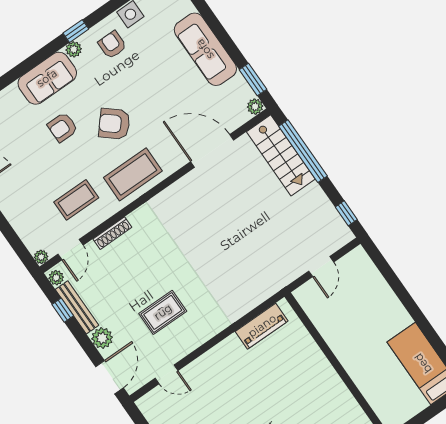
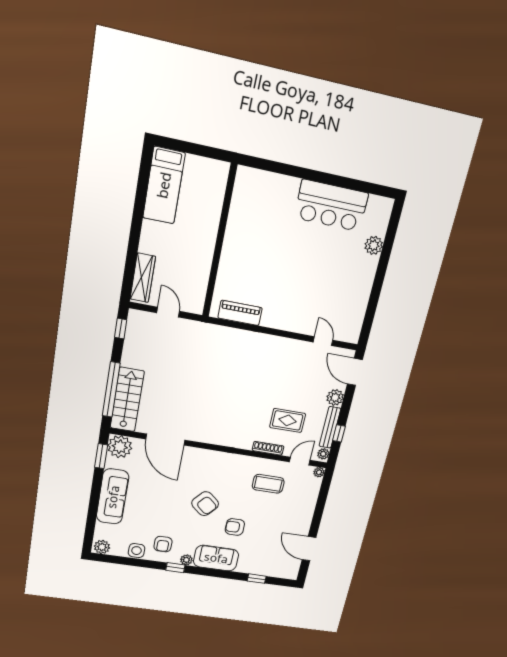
plant: (255, 107) -> (120, 447), width x1.88, depth x1.88
armchair: (63, 127) -> (235, 527), turned 180
coffee table: (133, 174) -> (223, 468), removed
door: (321, 267) -> (168, 312), hinge flipped
wardrobe: (369, 274) -> (143, 278), added
rug: (163, 312) -> (288, 420), moved
door: (110, 377) -> (355, 372), hinge flipped

